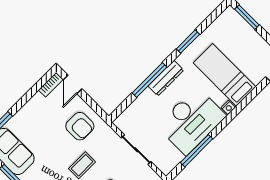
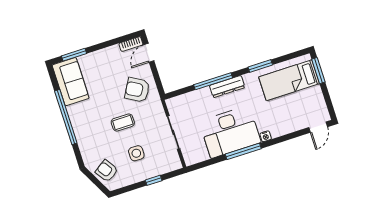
bed: (225, 75) -> (289, 80), moved, turned -90
armchair: (80, 126) -> (137, 90), turned 120
window: (197, 151) -> (243, 151), moved

